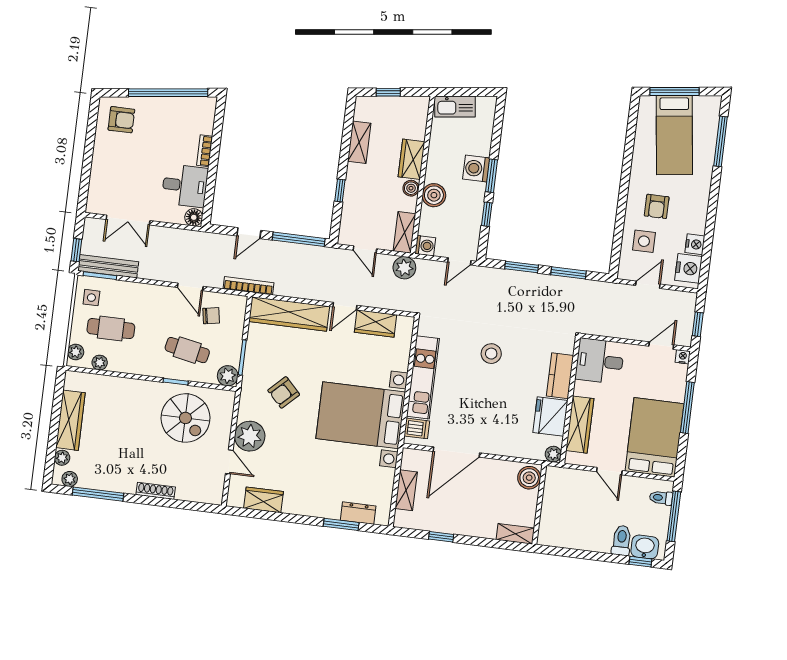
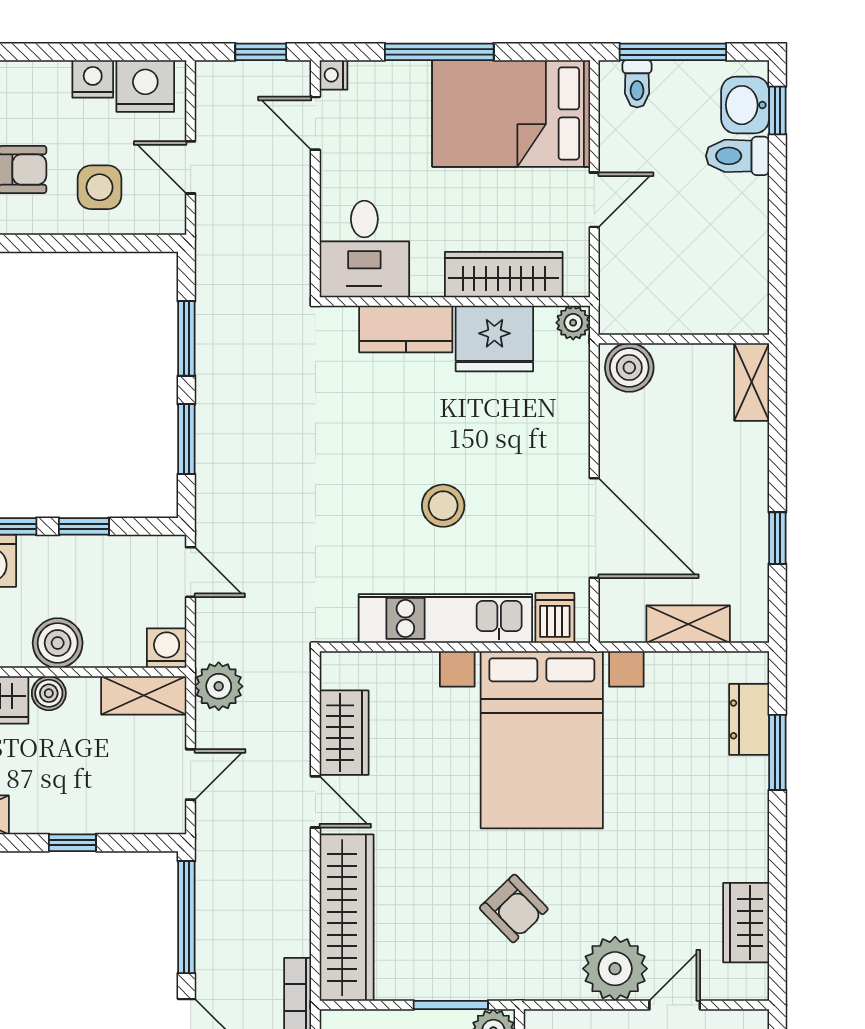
stool: (491, 354) -> (443, 506), moved

